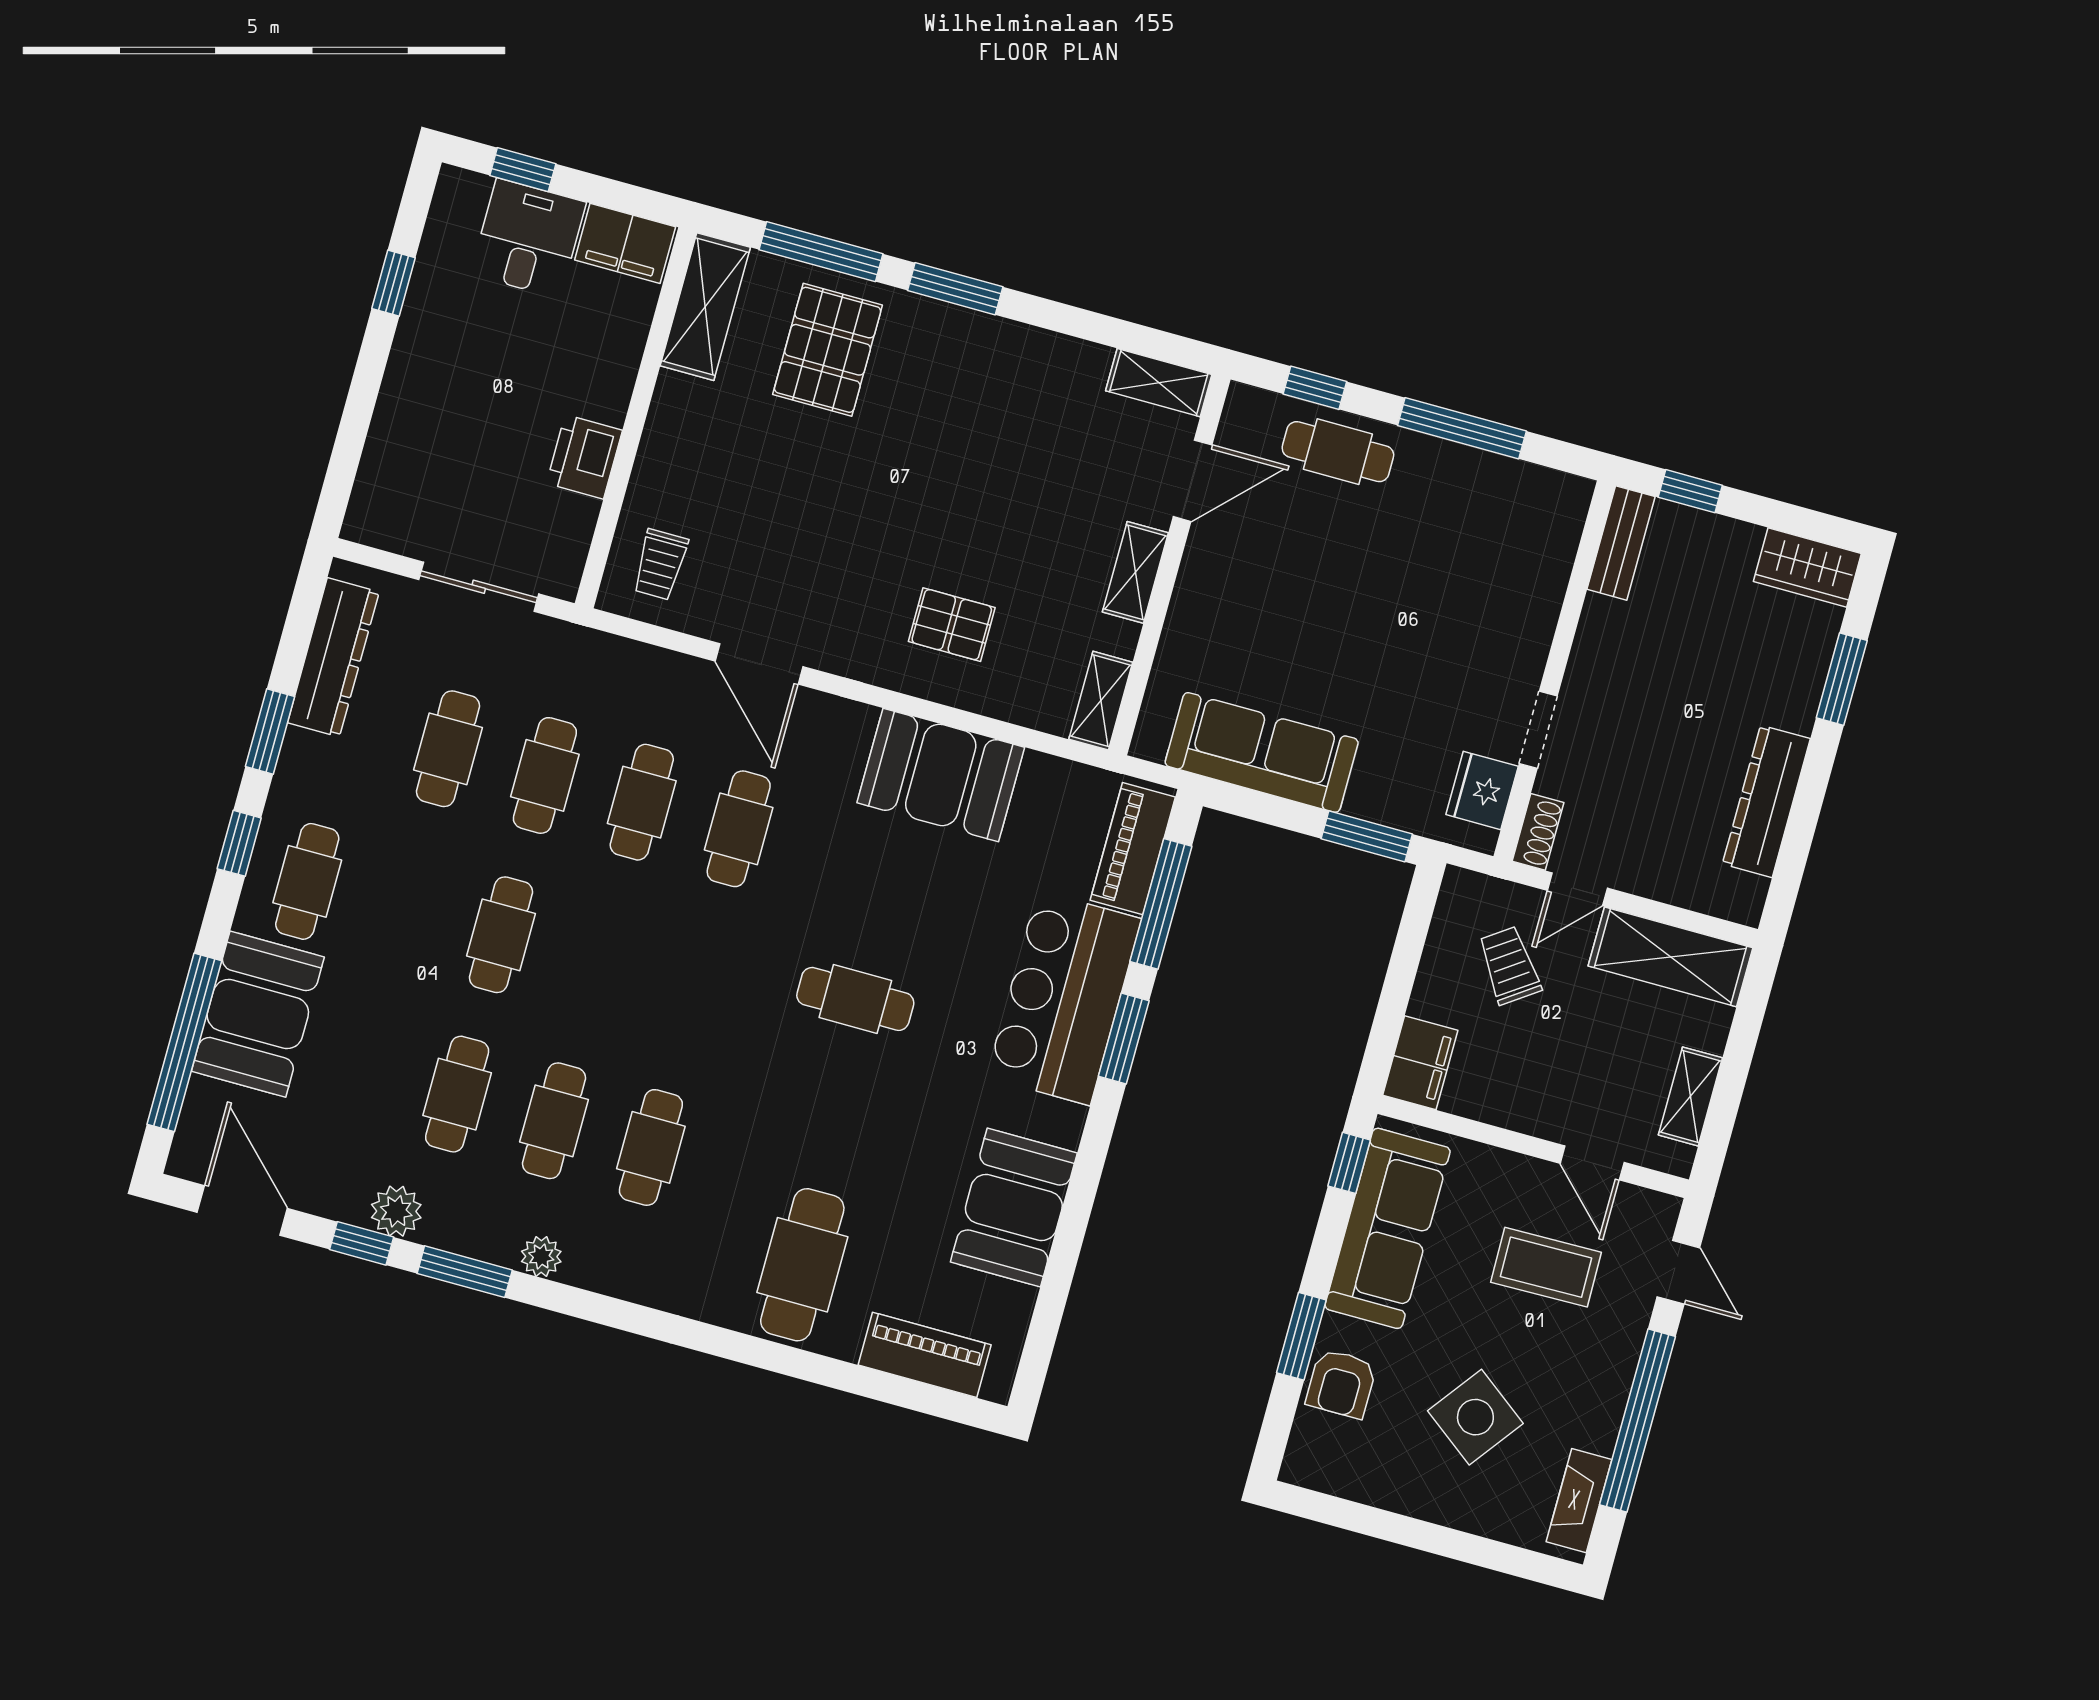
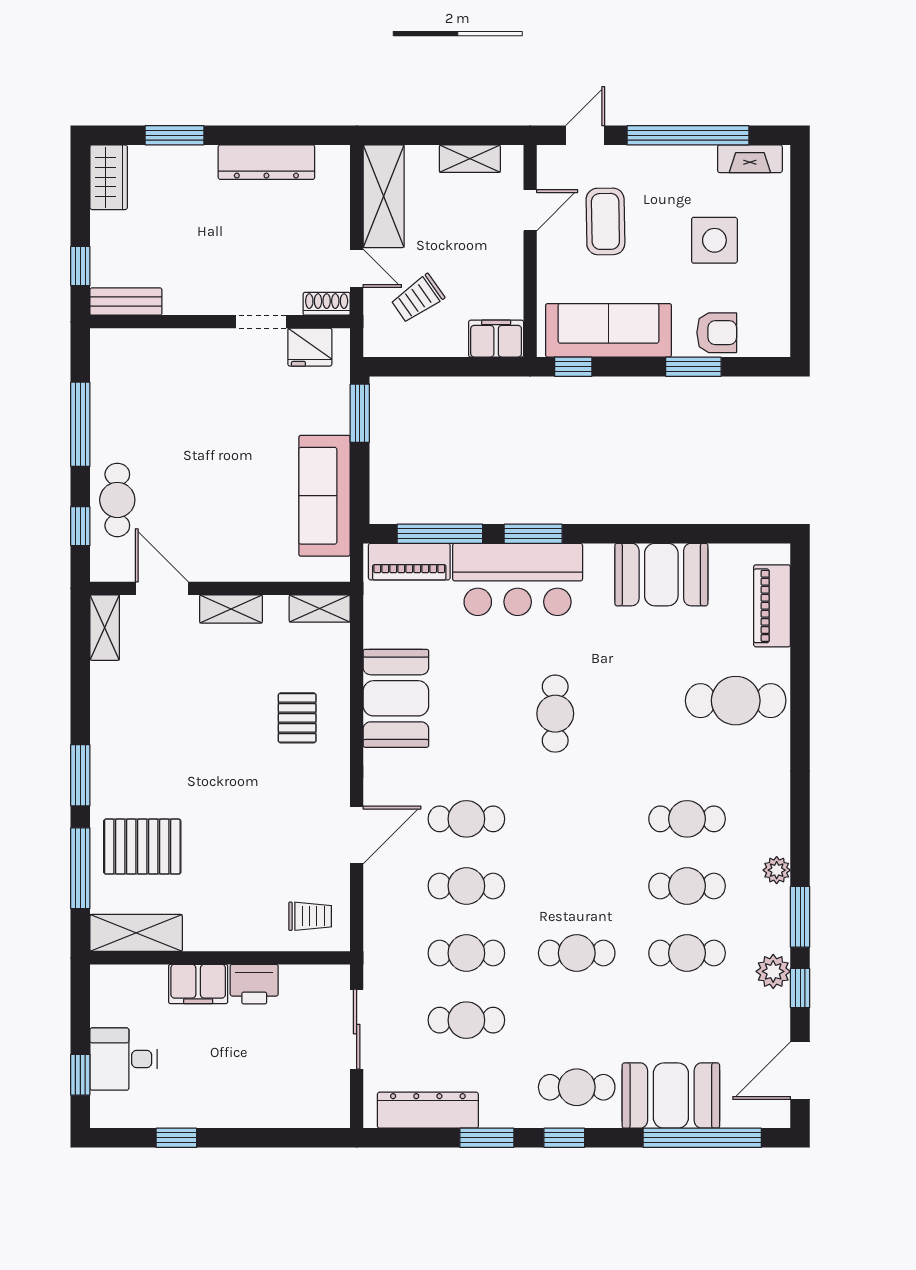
filing cabinet: (625, 243) -> (198, 984), moved, turned 90
side table: (1475, 1417) -> (714, 240), turned -37

